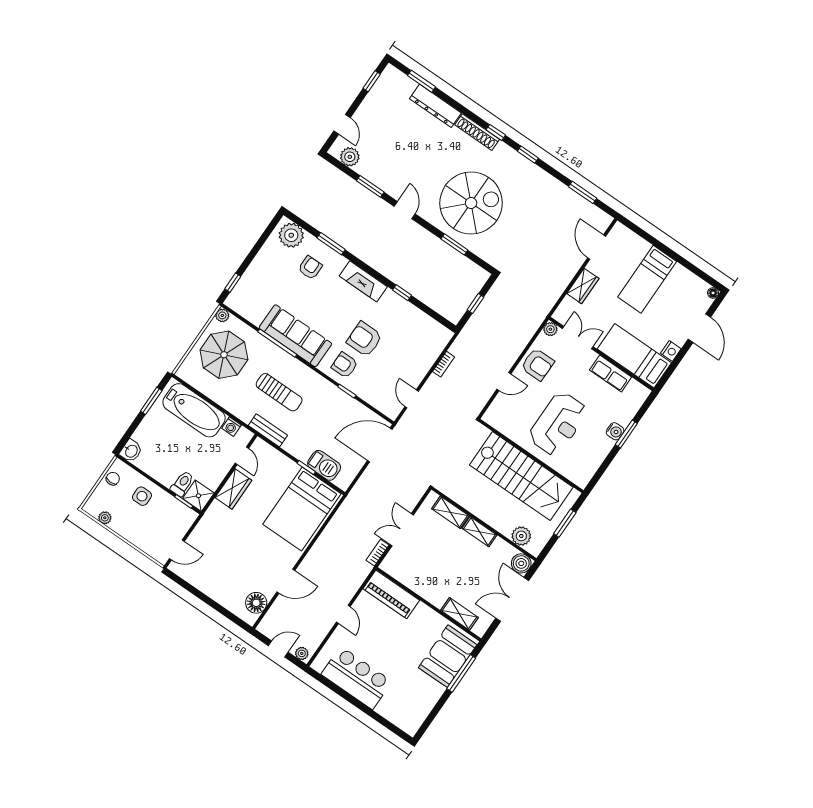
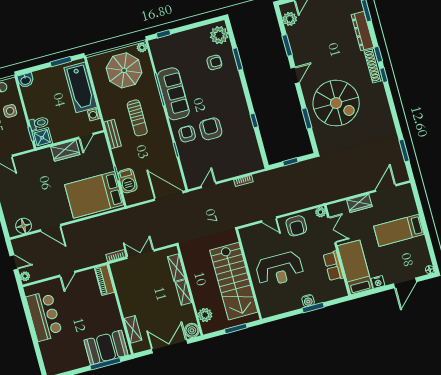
window: (528, 155) -> (378, 54), moved
fireplace: (363, 281) -> (238, 96), removed
piano: (391, 594) -> (104, 280), width x0.73, depth x0.75

